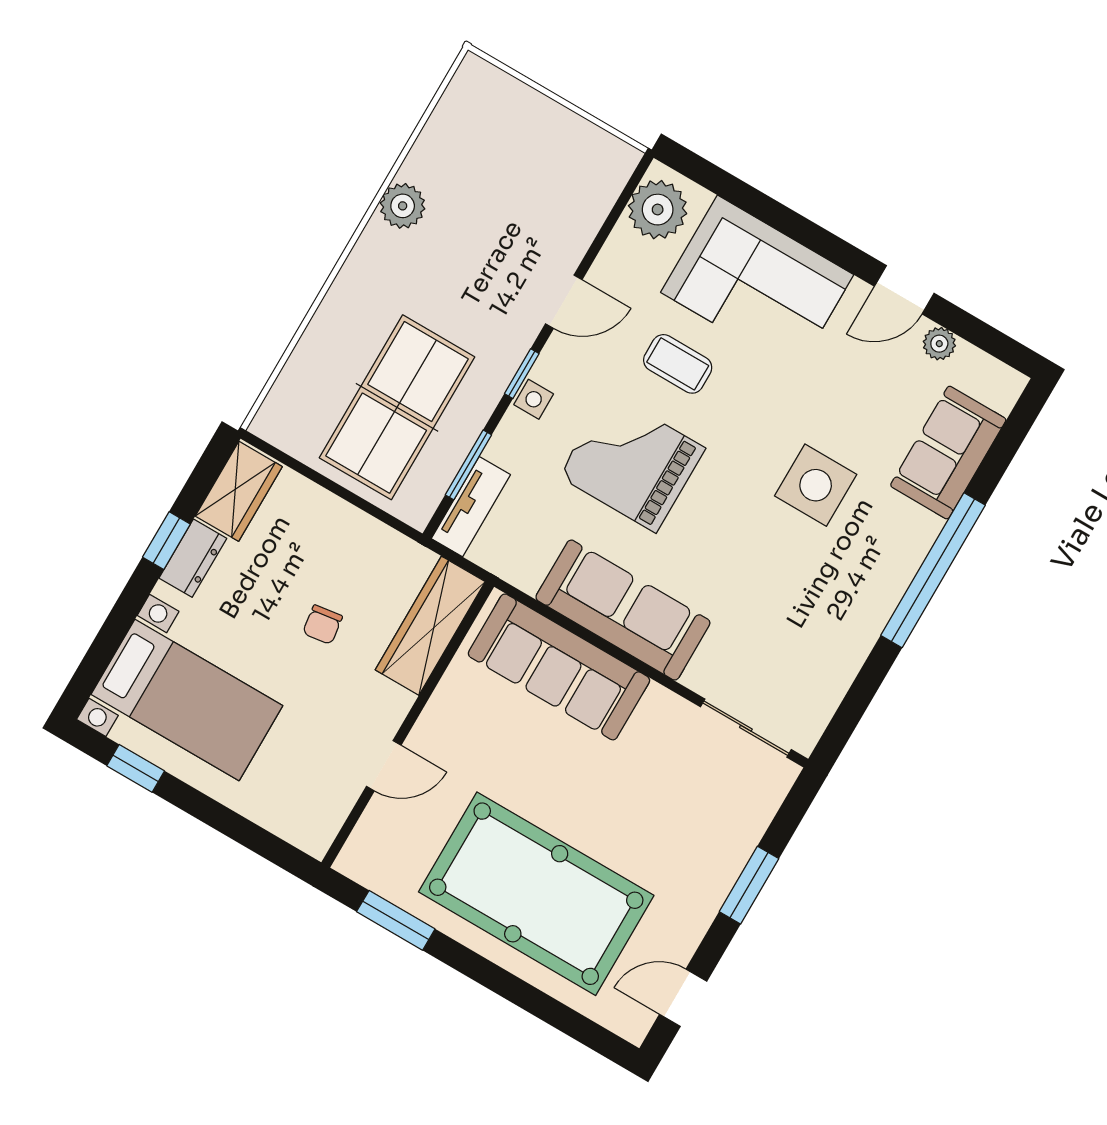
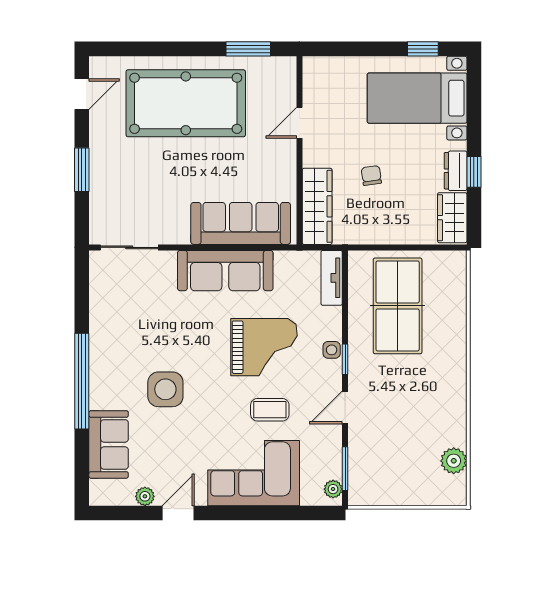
plant: (403, 206) -> (454, 461), moved
plant: (658, 210) -> (333, 489), width x0.53, depth x0.53
window: (468, 465) -> (345, 469), moved

